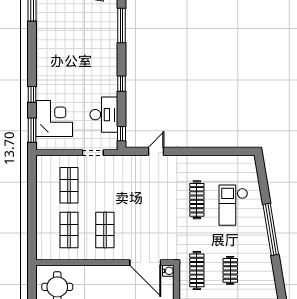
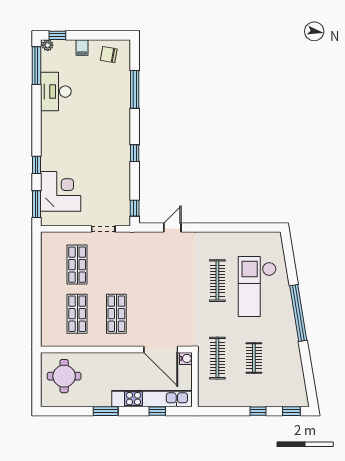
desk: (104, 115) -> (56, 92), moved, turned 180
checkout: (233, 205) -> (257, 286), width x1.36, depth x1.21

